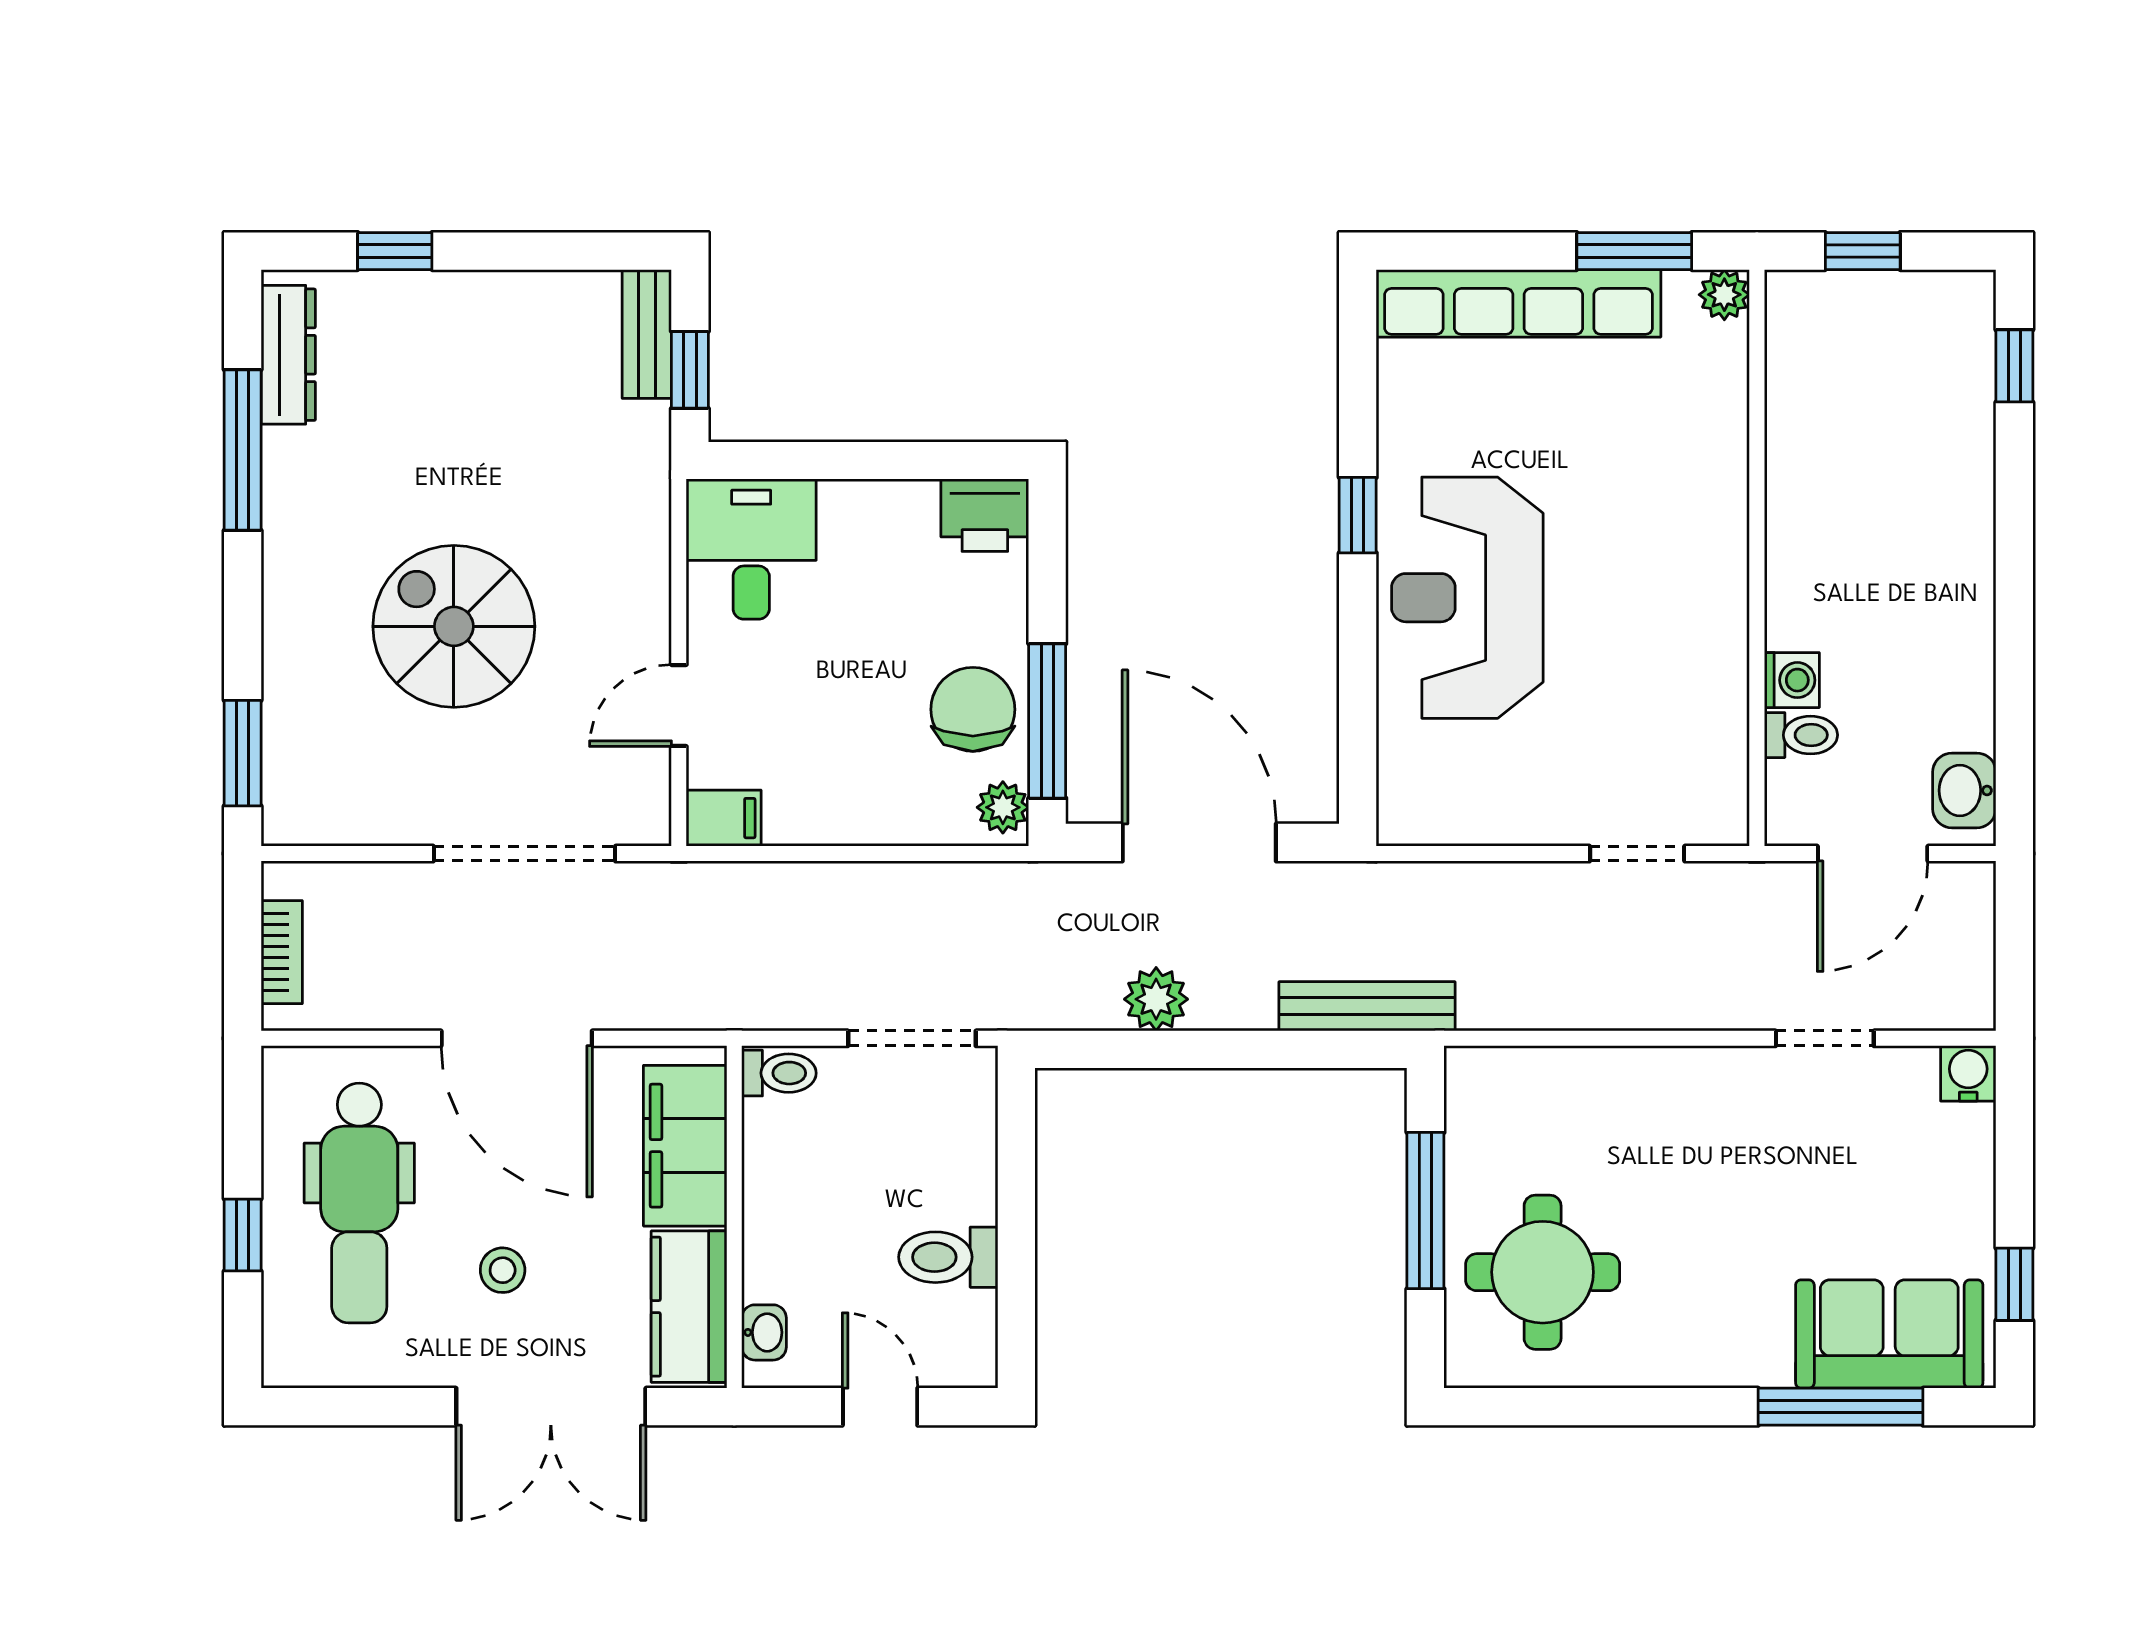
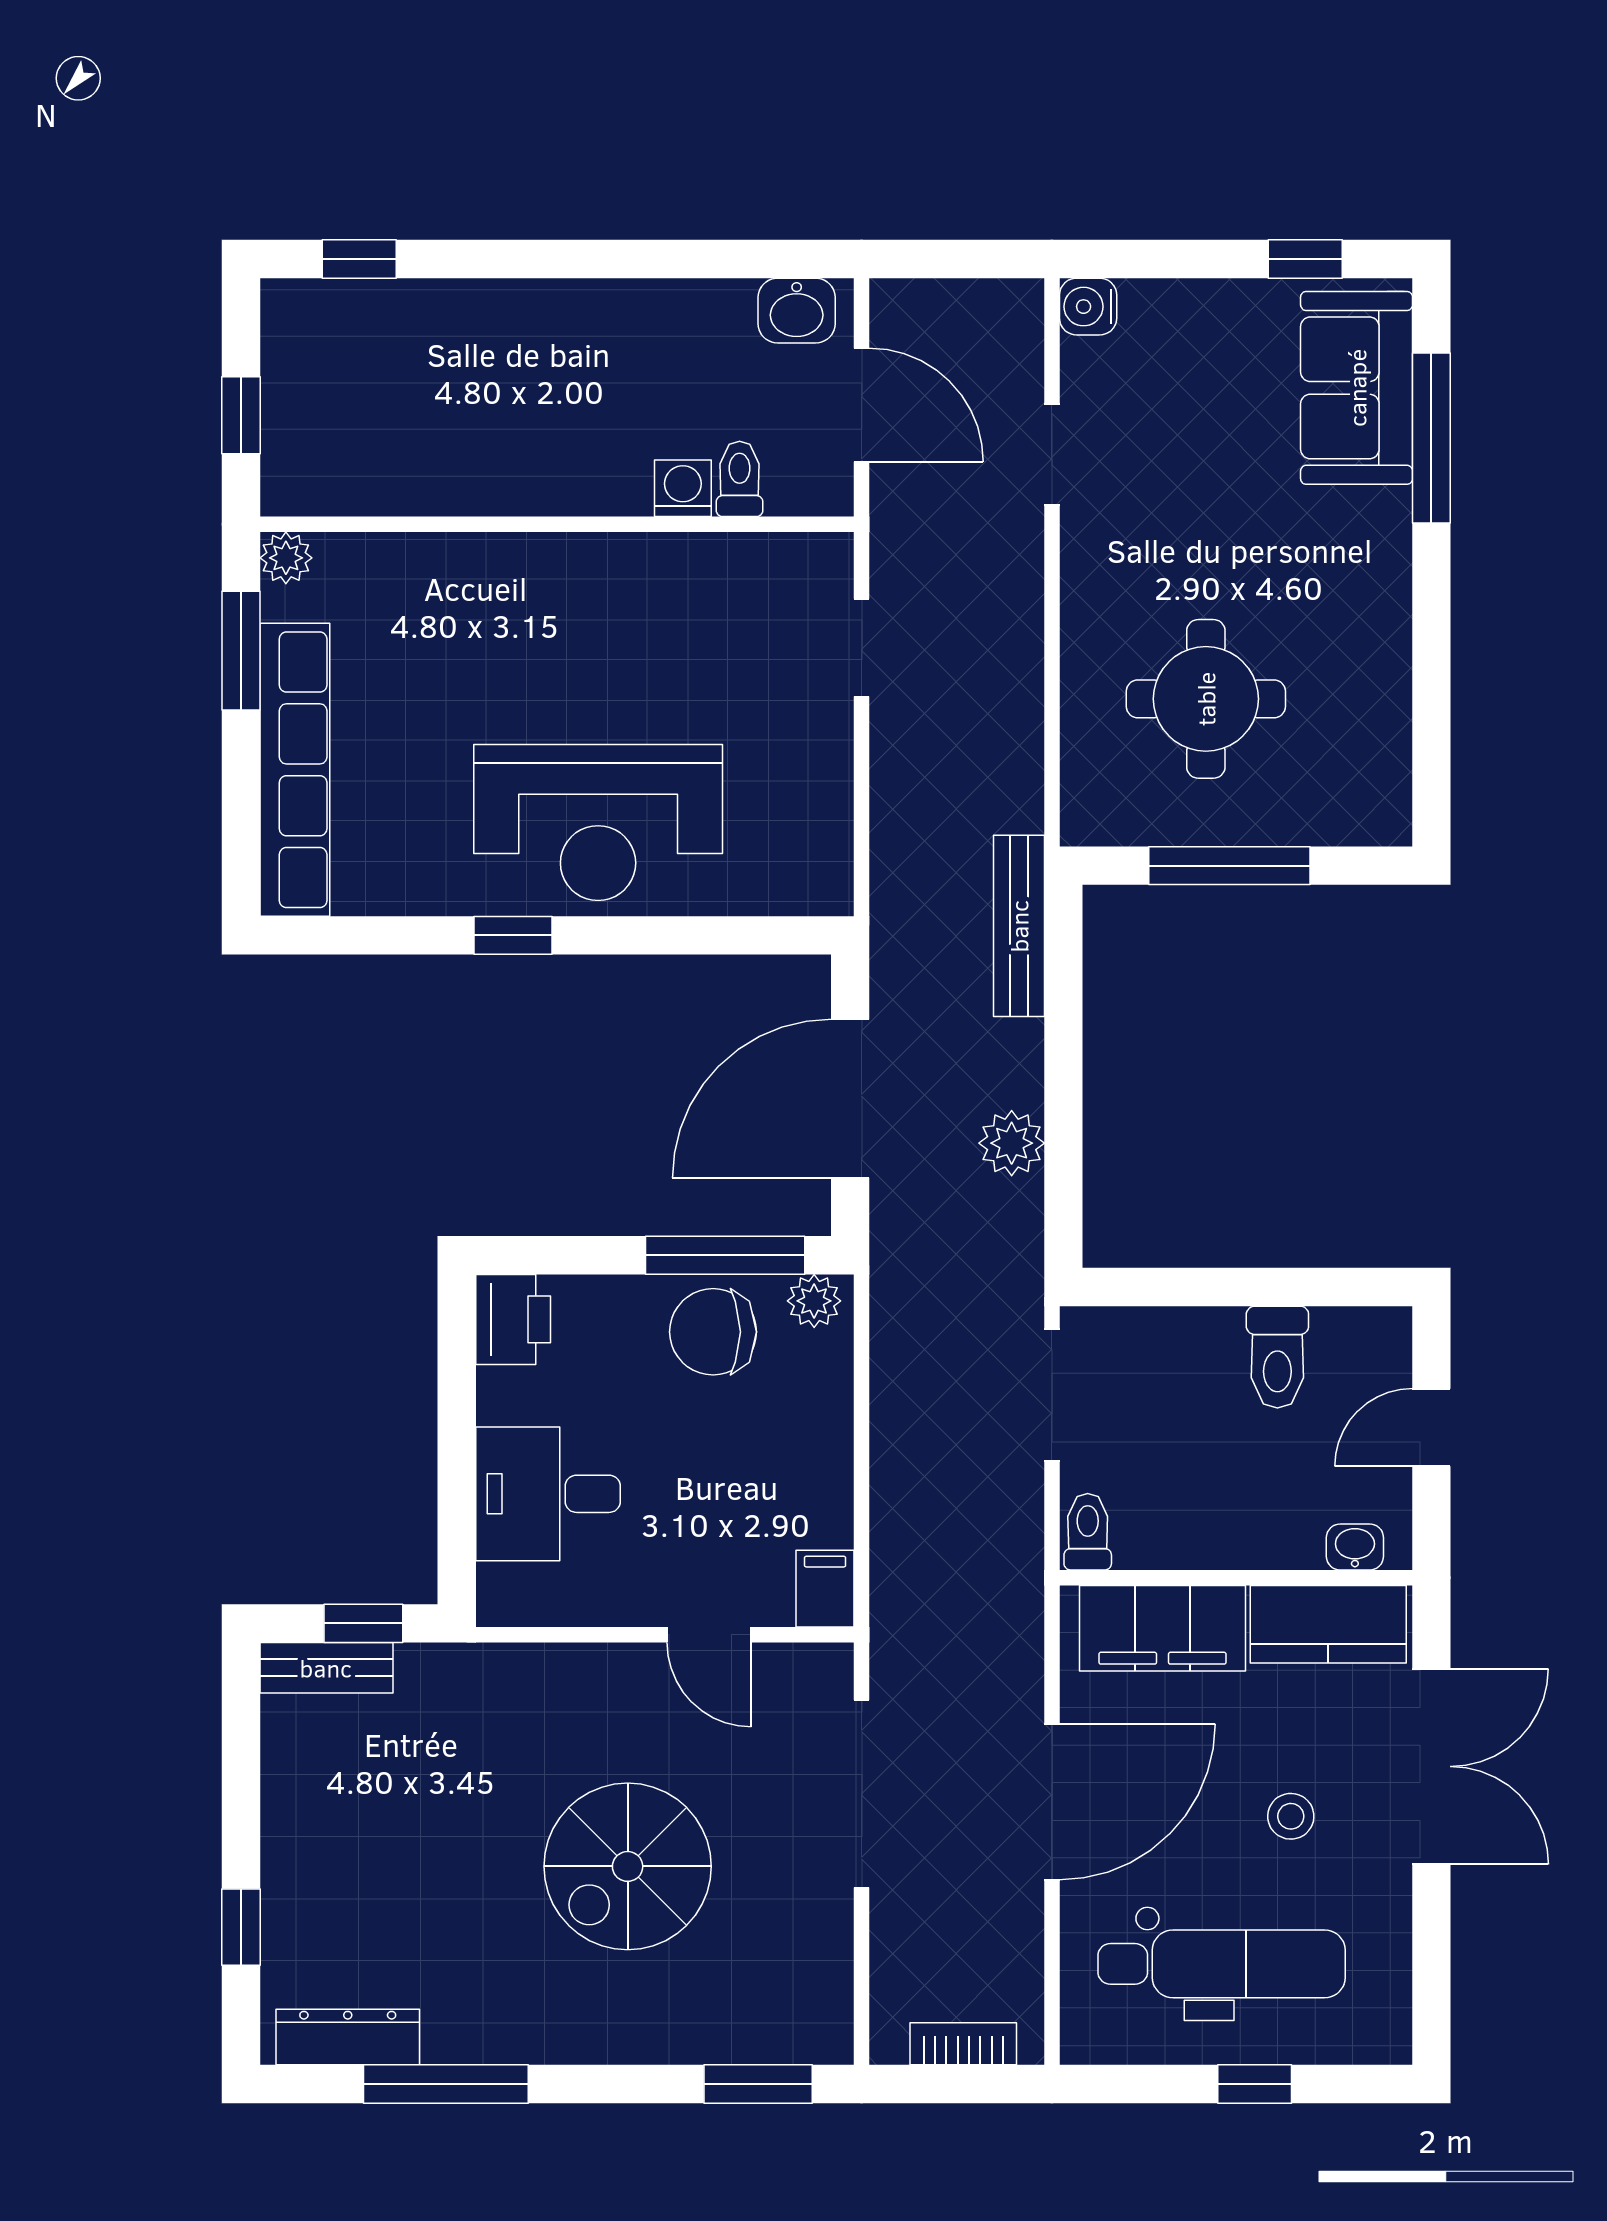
desk: (751, 549) -> (548, 1494), moved
round table: (1543, 1272) -> (1206, 699), moved

